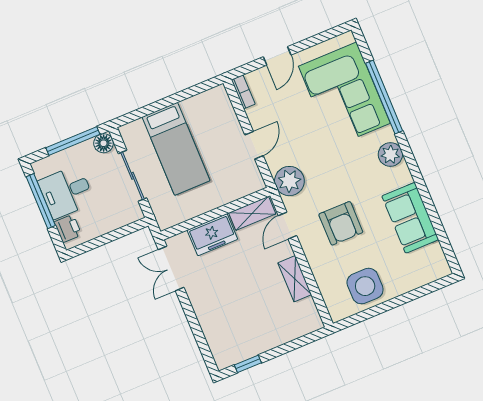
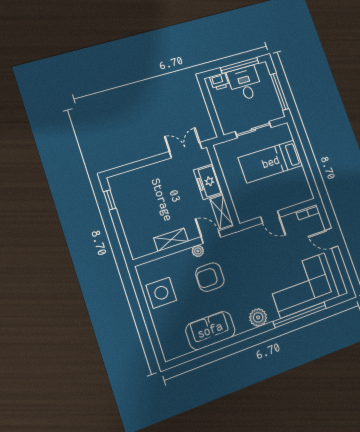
floor lamp: (104, 143) -> (277, 112), removed
plant: (289, 181) -> (198, 251), moved, width x0.53, depth x0.53

